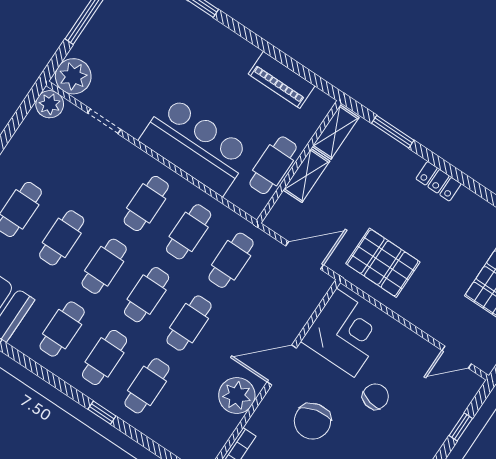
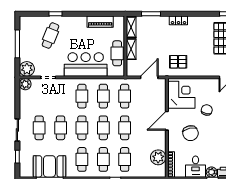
cafe table: (164, 41) -> (51, 36), added
pallet: (383, 263) -> (178, 62), width x0.67, depth x0.71
plant: (237, 395) -> (158, 157), moved

